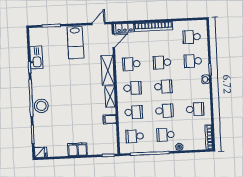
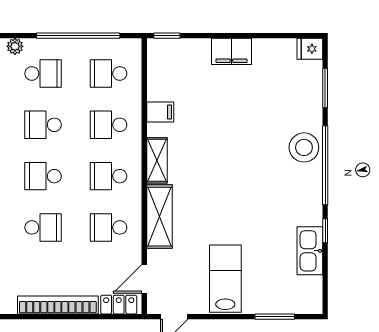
school desk: (131, 64) -> (109, 227), turned 180
school desk: (135, 136) -> (109, 73), turned 180

